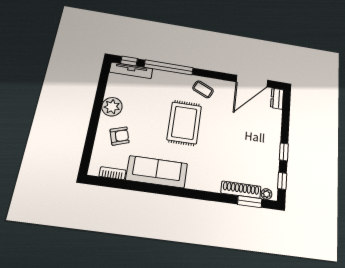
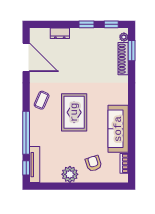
dresser: (277, 99) -> (60, 33), moved
rug: (184, 123) -> (74, 112), turned 90

